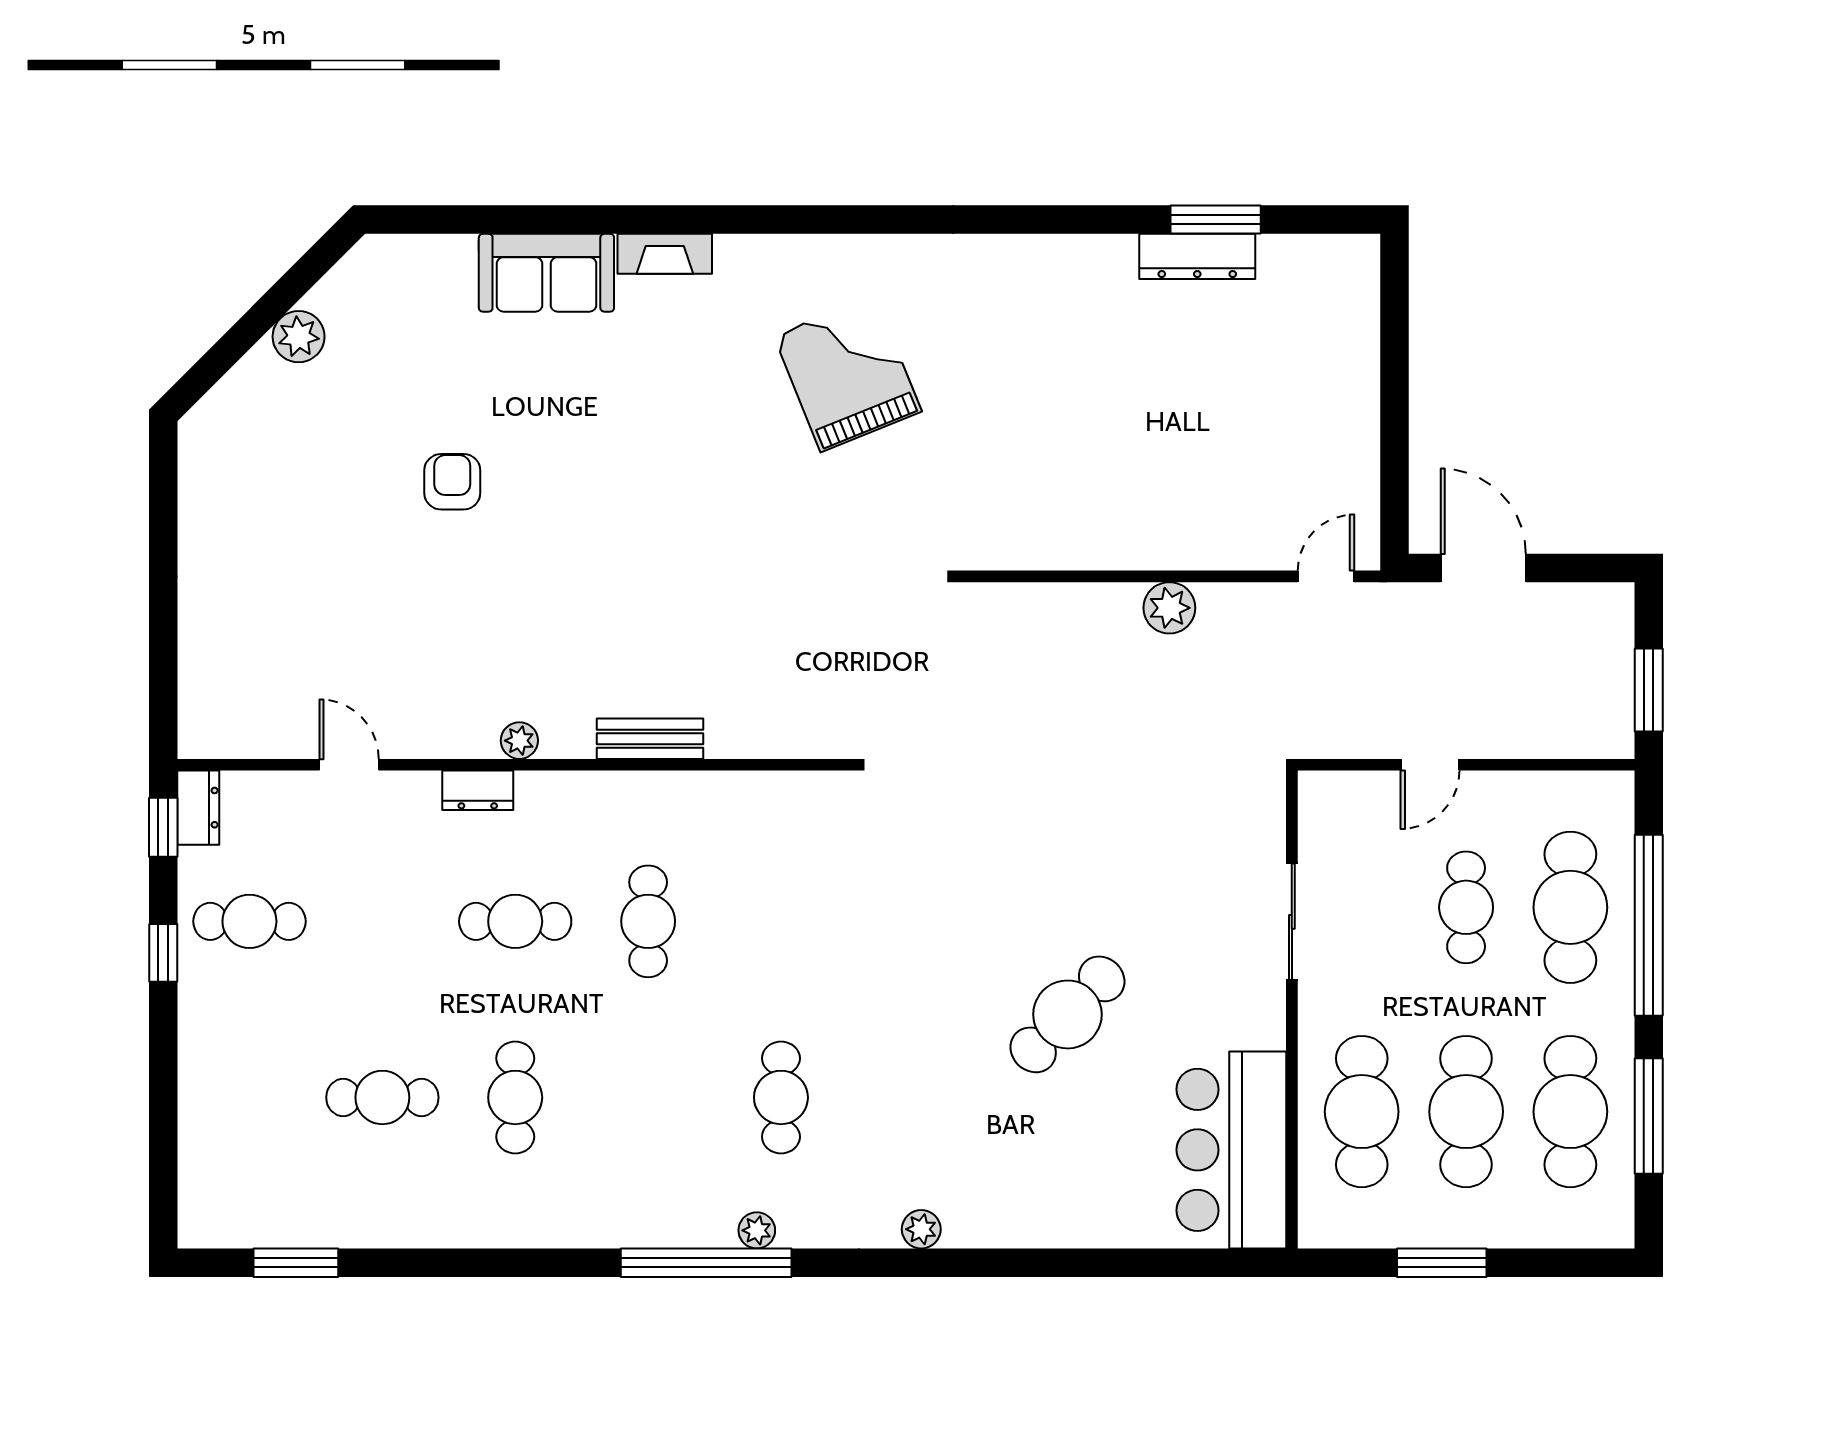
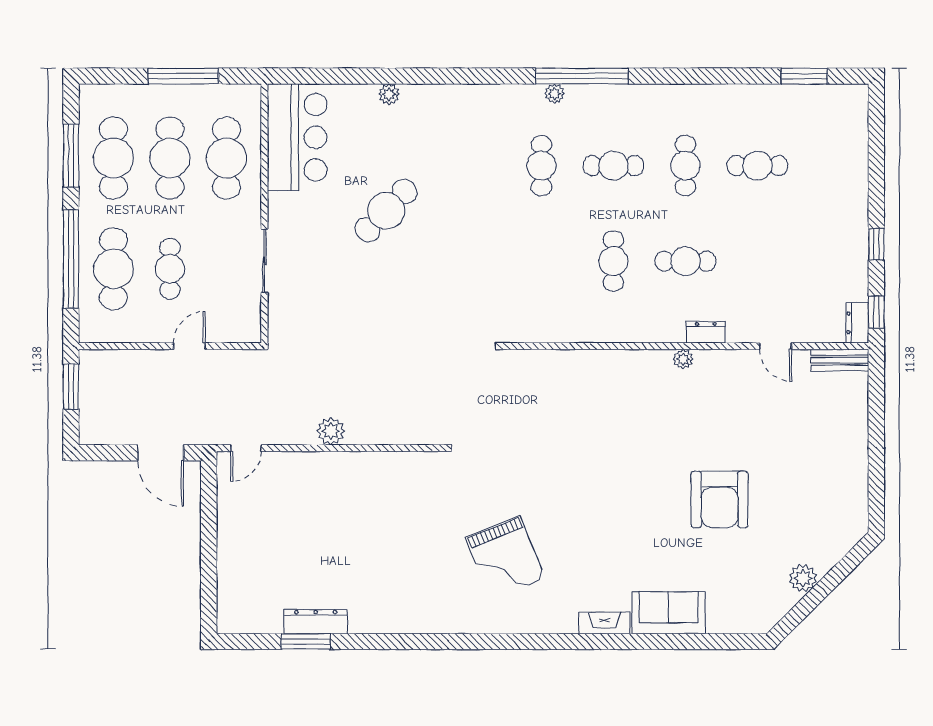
armchair: (452, 482) -> (720, 499), width x1.88, depth x1.88
bench: (650, 739) -> (840, 360), moved
cafe table: (249, 921) -> (613, 166), moved
plant: (921, 1229) -> (389, 94), moved
window: (1442, 1263) -> (183, 76), width x1.44

